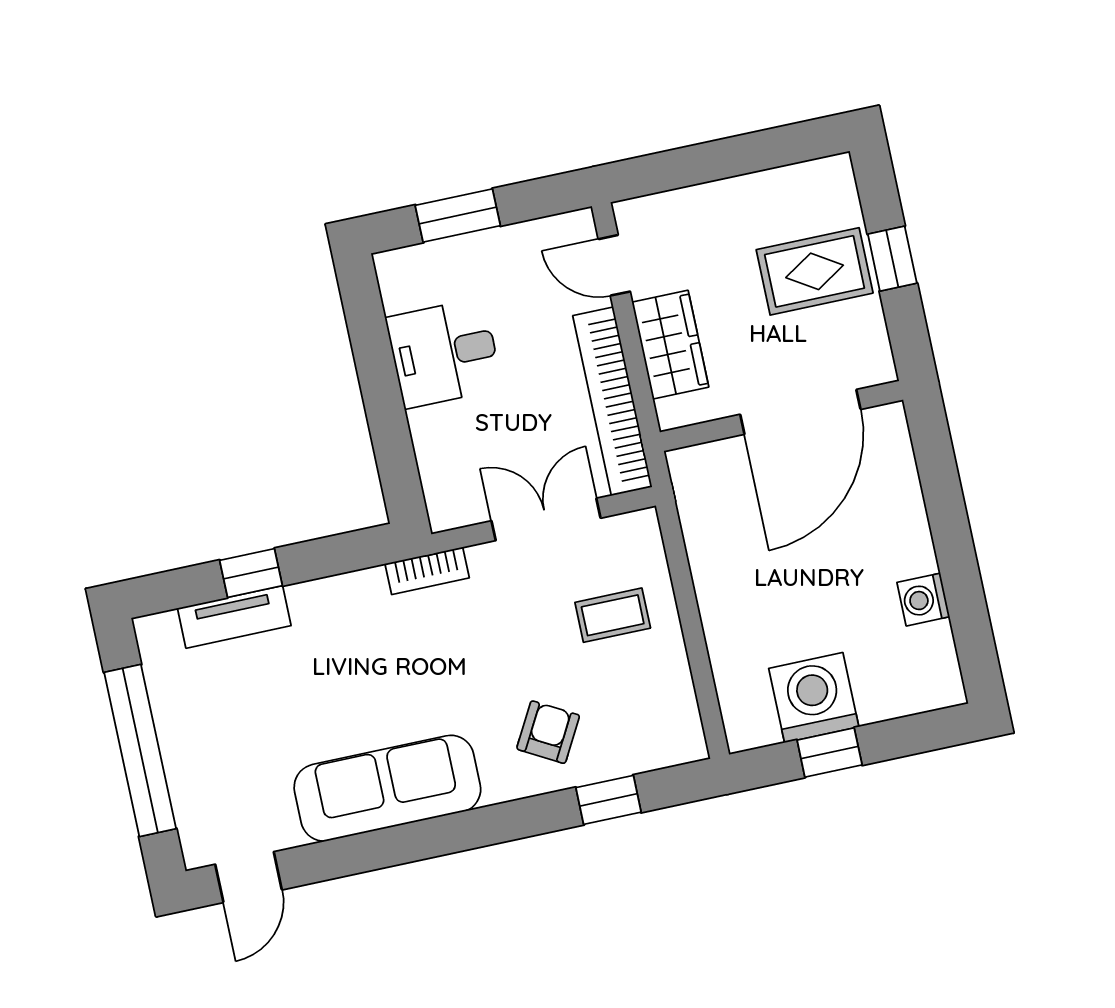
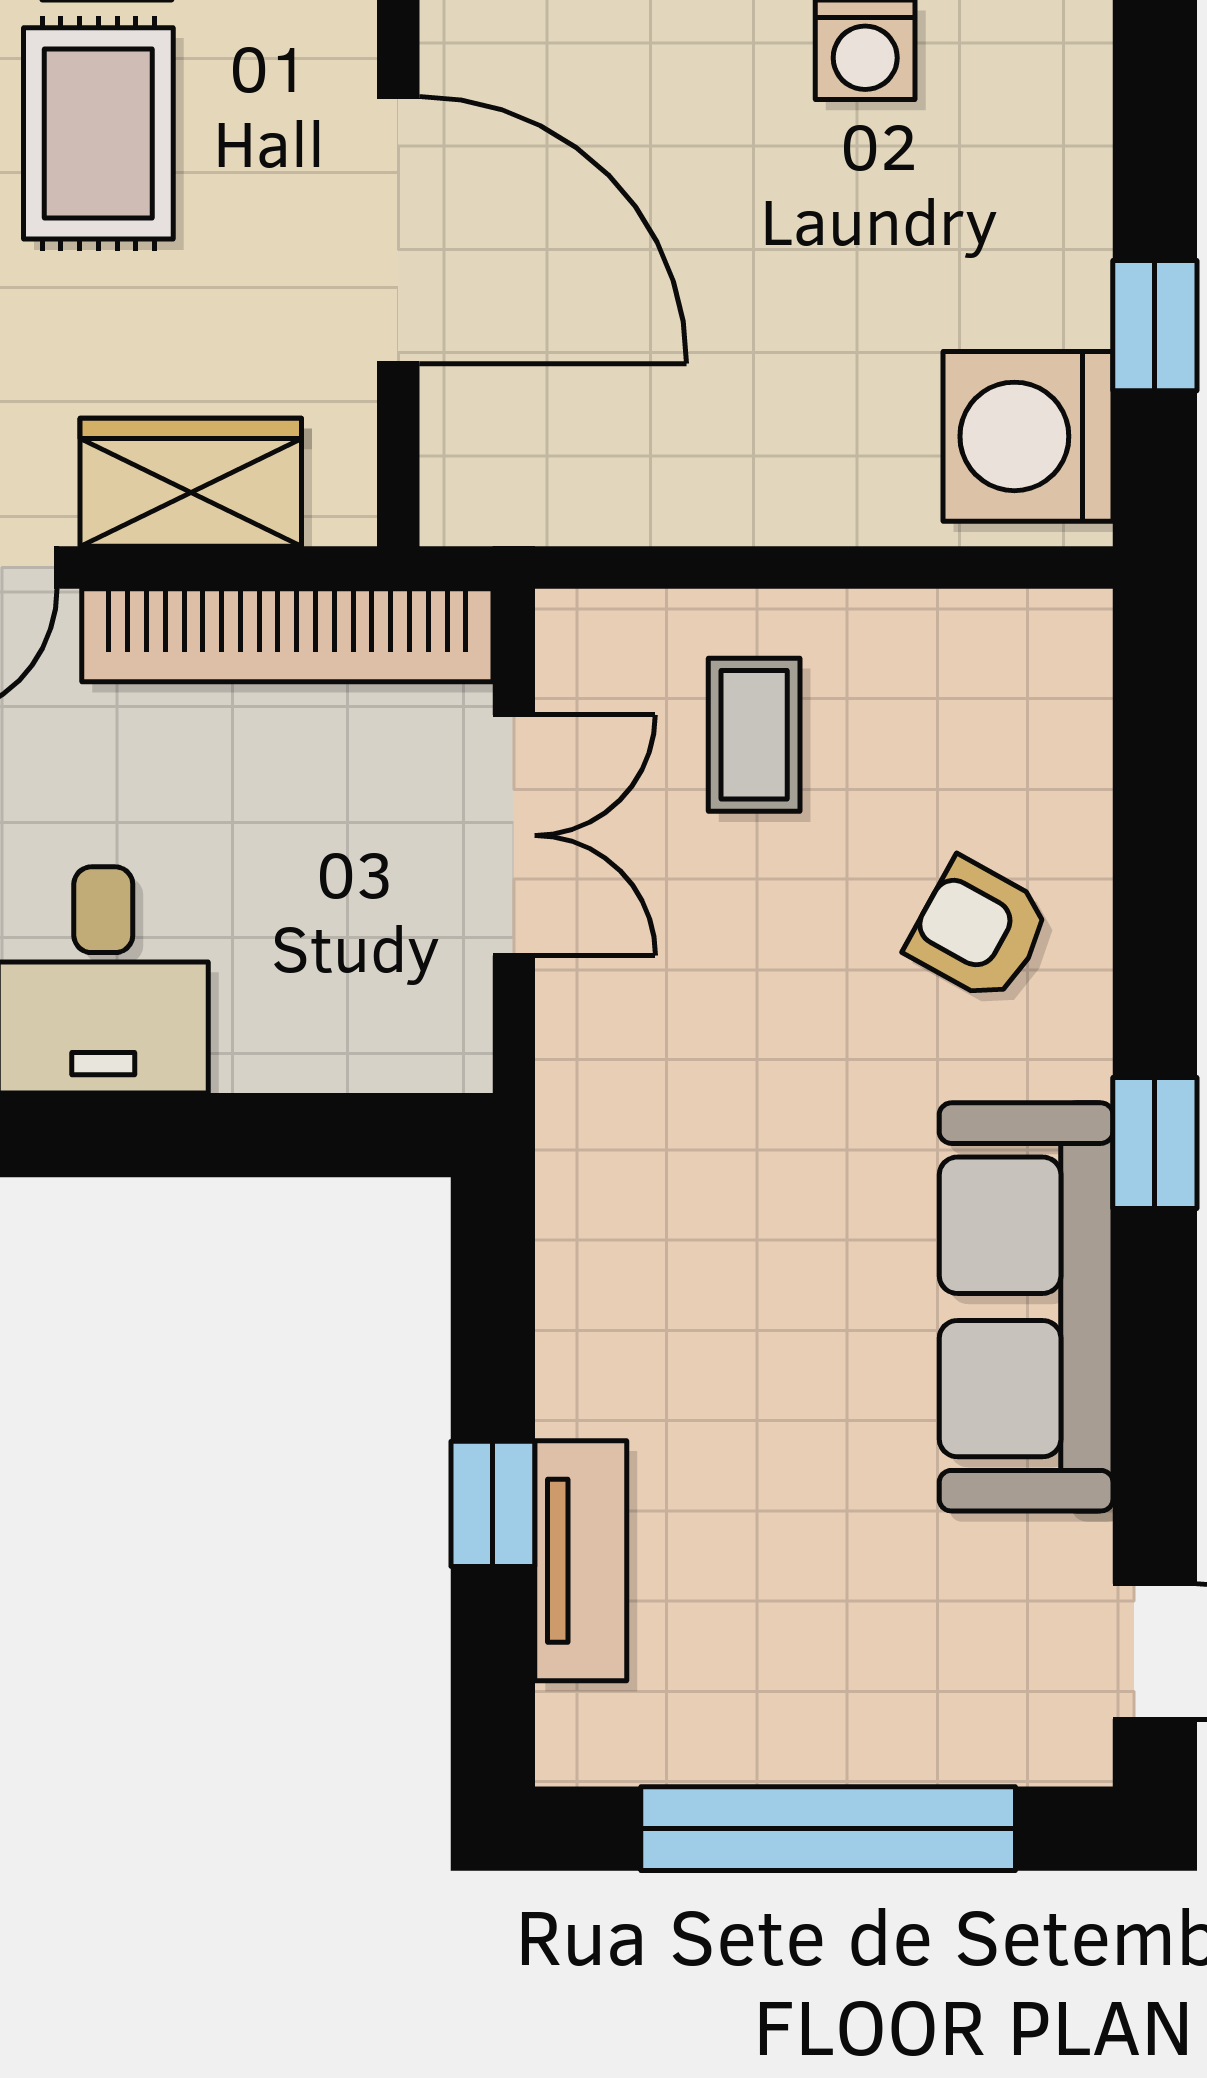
double door: (546, 519) -> (514, 835), swing flipped
bookcase: (427, 571) -> (570, 1119), removed
washing machine: (814, 698) -> (1028, 436), moved
window: (609, 800) -> (1155, 1143), moved

